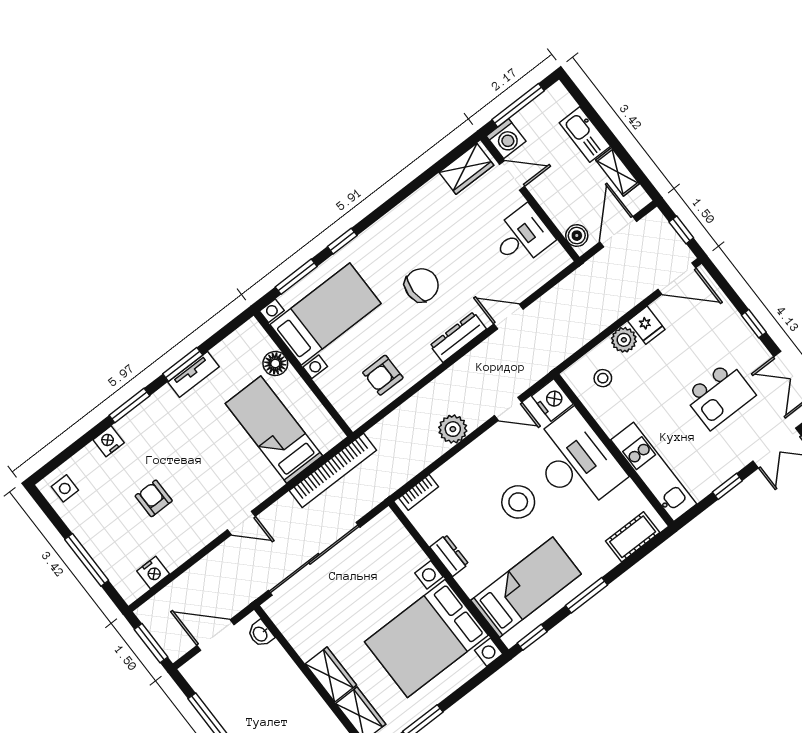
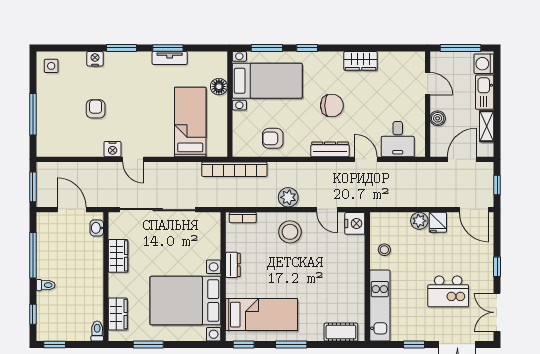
washing machine: (506, 139) -> (484, 64), moved, turned 90
wardrobe: (466, 169) -> (361, 61), moved
boiler: (577, 236) -> (438, 118), moved
desk: (522, 237) -> (398, 139), moved, turned 90
stool: (603, 378) -> (384, 250), moved
desk: (576, 461) -> (342, 267), removed
bookcase: (333, 470) -> (234, 169), moved
stool: (518, 502) -> (290, 232), moved
nightstand: (153, 572) -> (113, 149), moved
wardrobe: (331, 674) -> (118, 256), moved

